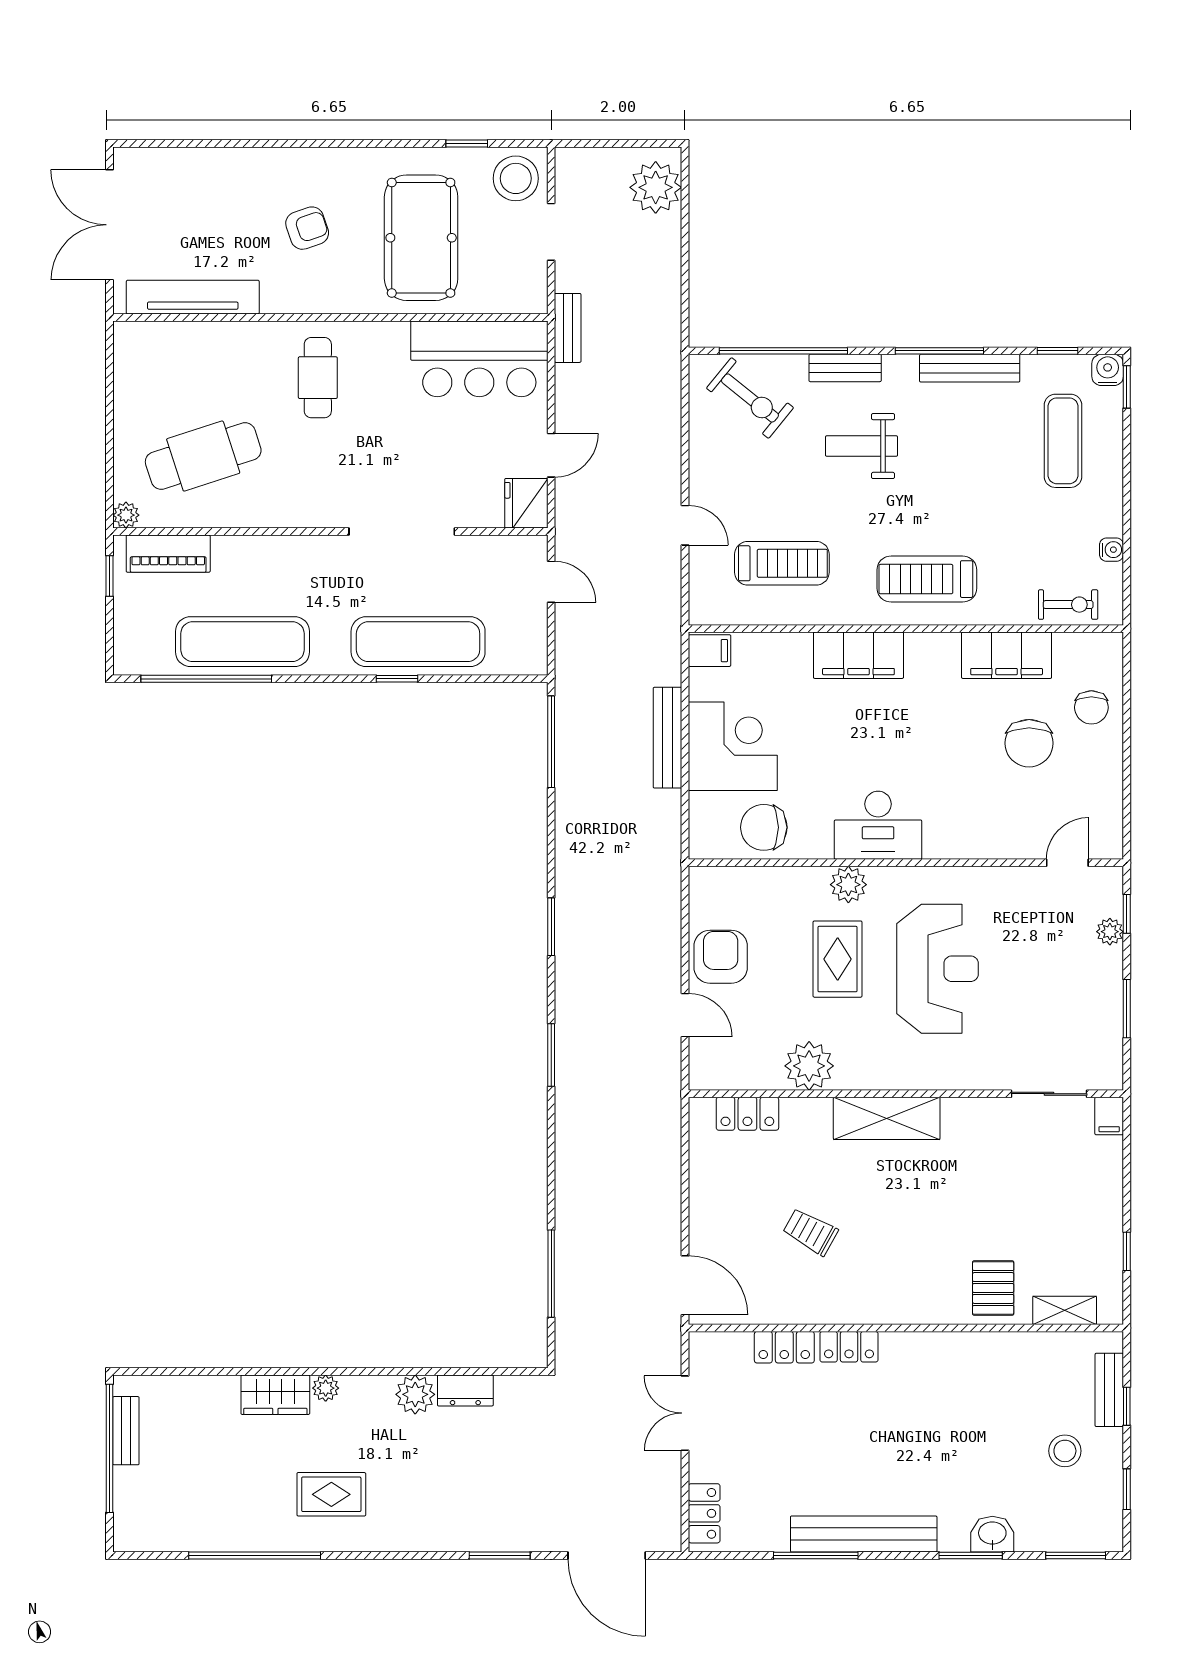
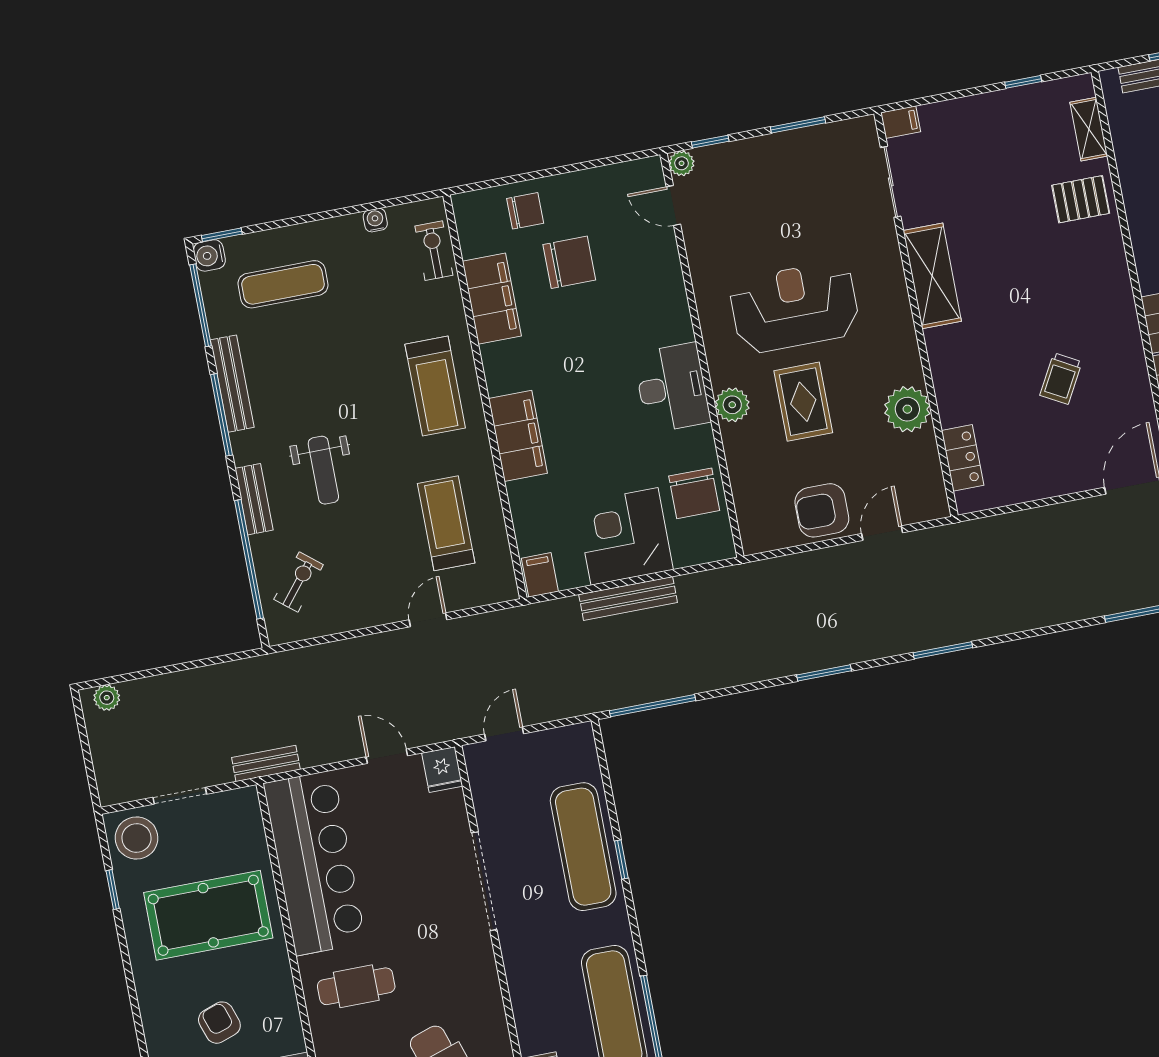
plant: (656, 187) -> (107, 698), width x0.53, depth x0.53
window: (1058, 351) -> (201, 305), width x2.17
bar counter: (479, 359) -> (315, 863), width x1.36
exercise bike: (750, 398) -> (299, 582), width x0.73, depth x0.72
fridge: (526, 503) -> (442, 770), width x0.72
plant: (1110, 932) -> (682, 163), moved
rug: (838, 959) -> (803, 402), turned 90
shelving: (887, 1118) -> (932, 276), moved

